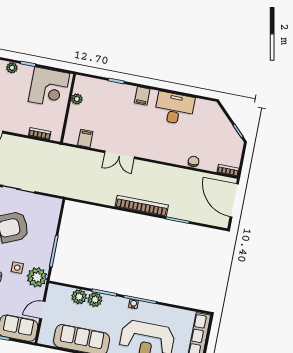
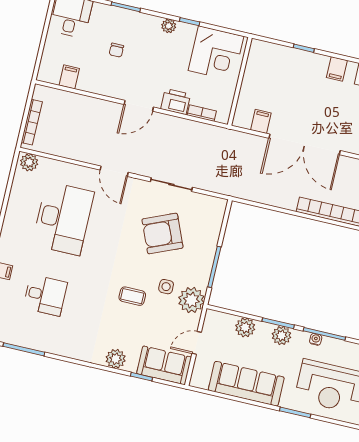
plant: (77, 99) -> (252, 70), removed
printer: (19, 126) -> (176, 102), added
double door: (120, 155) -> (305, 144), width x1.87
plant: (95, 300) -> (282, 336), moved

